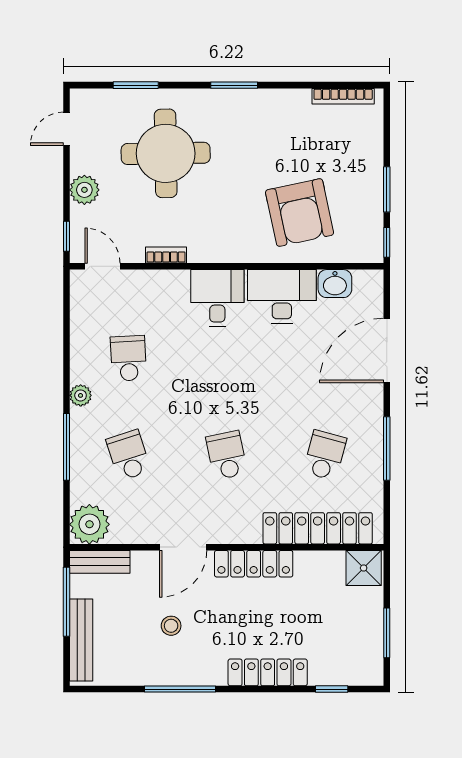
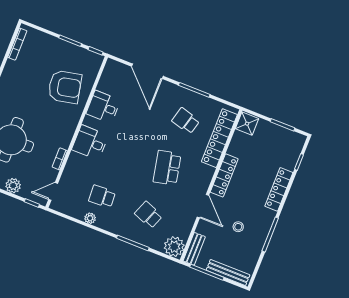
washbasin: (335, 284) -> (105, 83), removed
desk: (282, 296) -> (103, 107), width x0.73
plant: (81, 395) -> (90, 218), moved
school desk: (128, 455) -> (148, 215), turned 39
school desk: (227, 455) -> (167, 168), width x1.85

